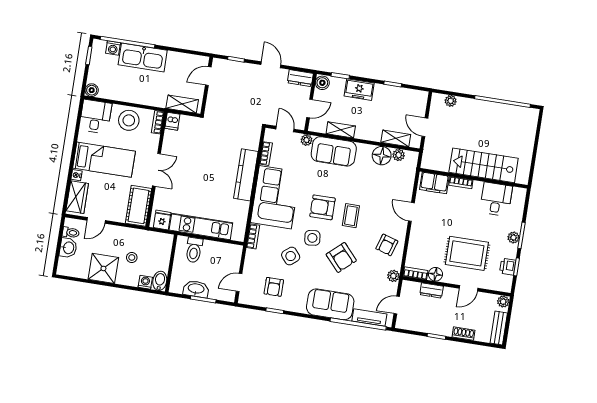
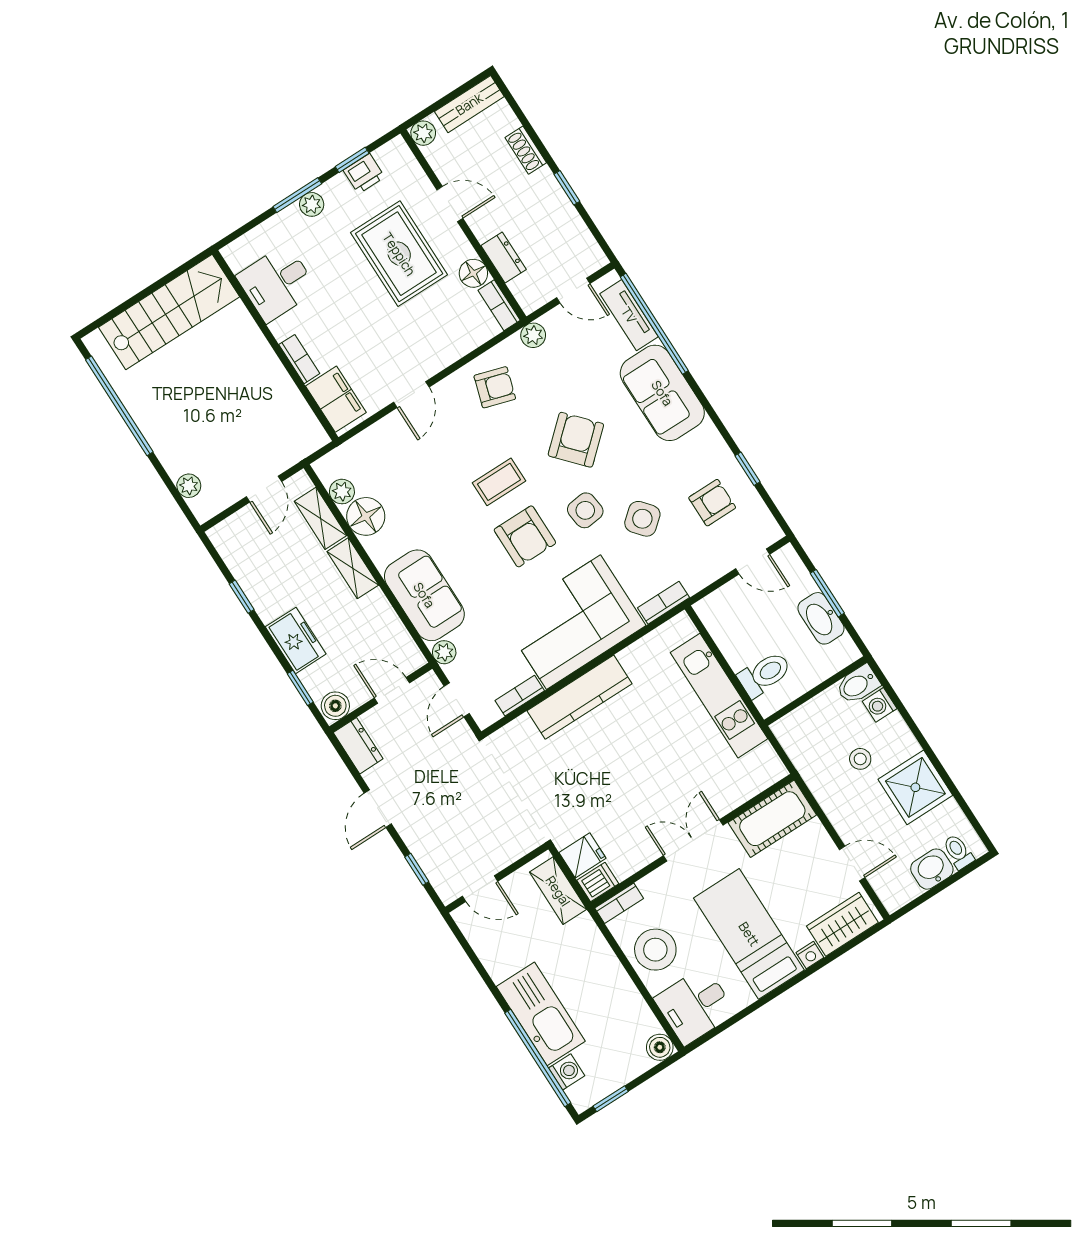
shelving: (341, 130) -> (353, 568), moved
stairs: (484, 165) -> (169, 312), moved, turned -90
fridge: (162, 220) -> (582, 855), moved, turned 180
toilet: (71, 233) -> (958, 852), moved

